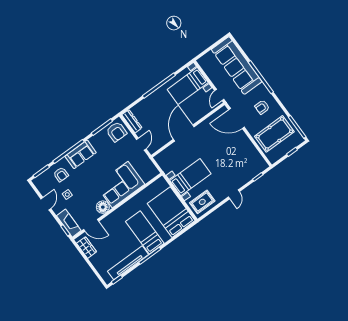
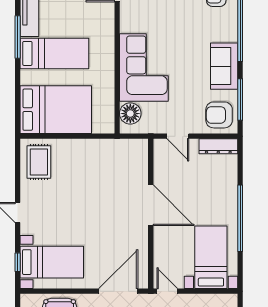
sofa: (81, 154) -> (224, 66), moved
bed with nightstands: (190, 177) -> (52, 262), moved, turned -90
floor lamp: (103, 207) -> (130, 114), moved

